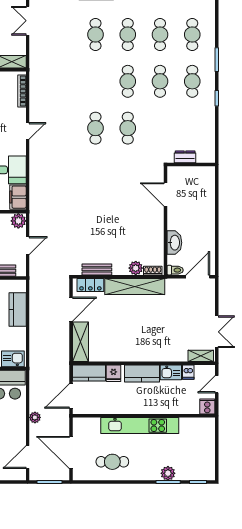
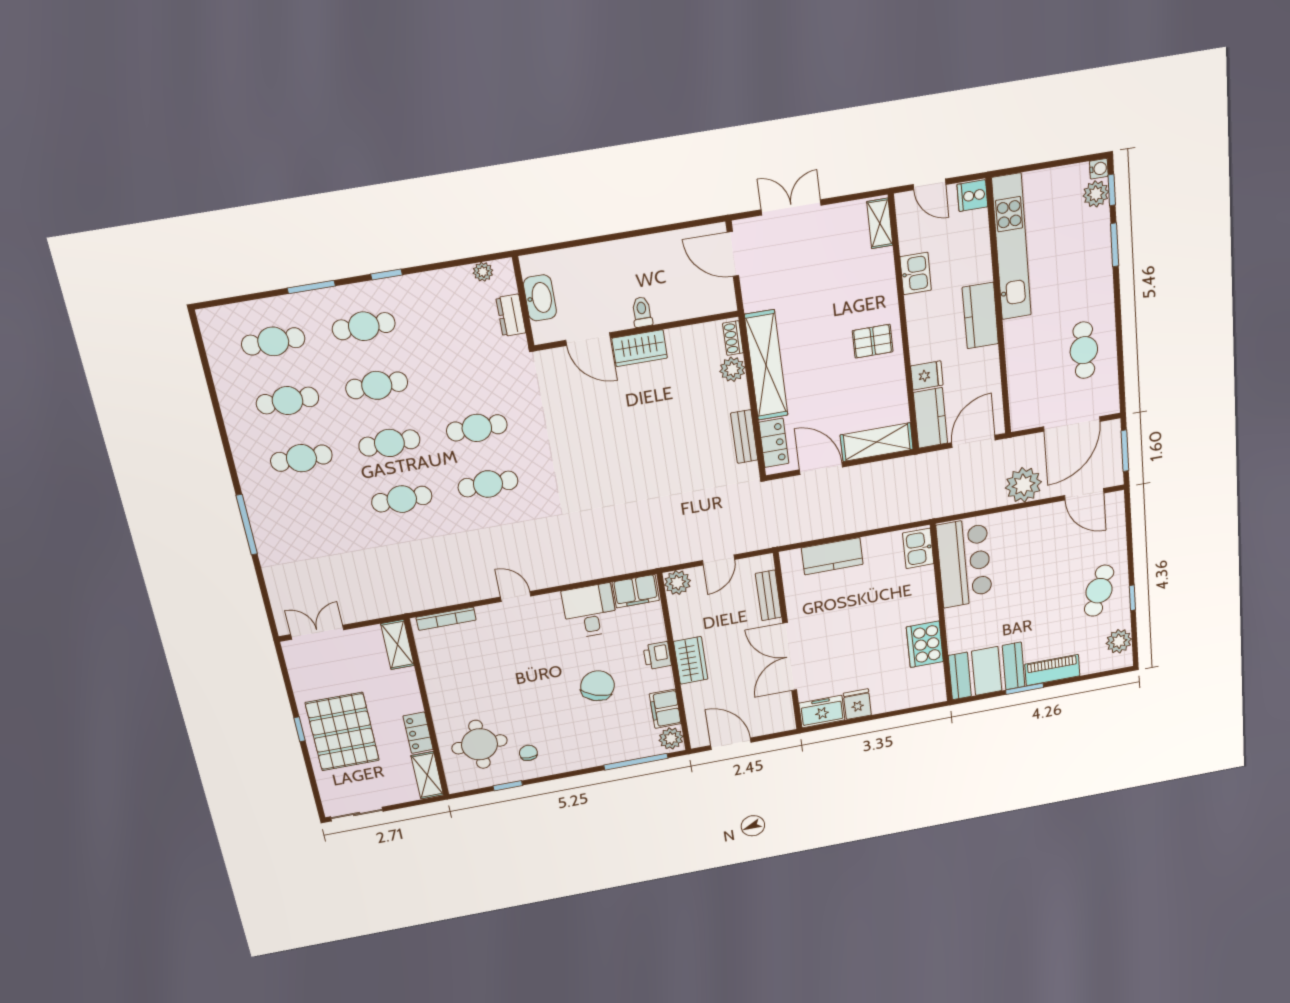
double door: (28, 21) -> (317, 632), swing flipped
cafe table: (95, 35) -> (402, 499), moved
plant: (210, 147) -> (483, 272), added
door: (165, 194) -> (588, 339), hinge flipped
wardrobe: (156, 221) -> (640, 348), added
washbasin: (174, 243) -> (540, 298), moved, turned 90
door: (28, 246) -> (719, 560), swing flipped
toilet: (175, 270) -> (642, 312), moved
double door: (217, 332) -> (791, 207), moved
pallet: (138, 345) -> (873, 341), added
dishwasher: (188, 372) -> (912, 242), removed
kitchen counter: (142, 373) -> (980, 316), moved, turned 180
door: (71, 396) -> (973, 441), swing flipped
plant: (35, 417) -> (1023, 485), width x1.87, depth x1.87
kitchen unit: (140, 426) -> (1012, 247), moved
plant: (168, 473) -> (1096, 194), moved
water cooler: (210, 476) -> (1099, 169), added

